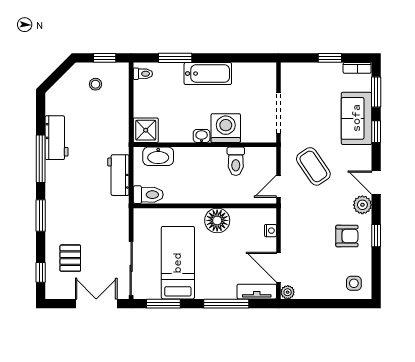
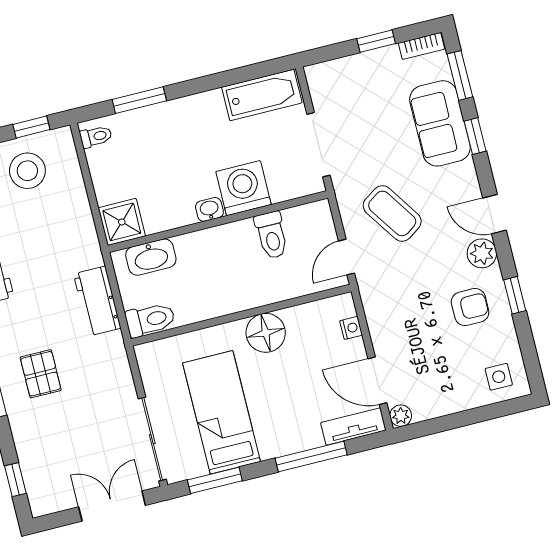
bathtub: (208, 74) -> (262, 95), moved
stool: (96, 84) -> (27, 171), width x1.89, depth x1.89
pallet: (70, 258) -> (41, 374), moved

